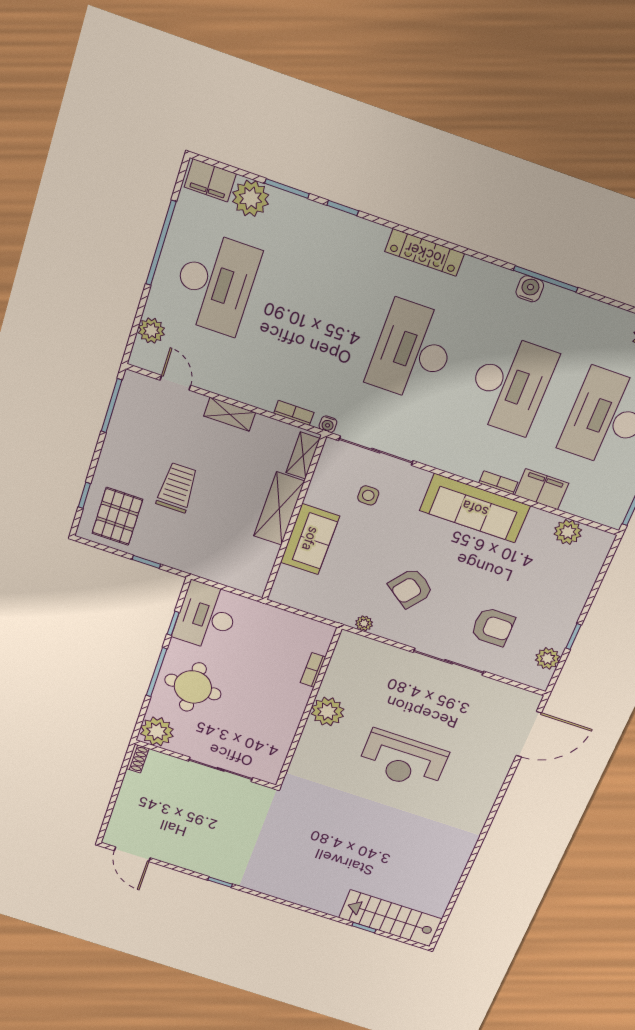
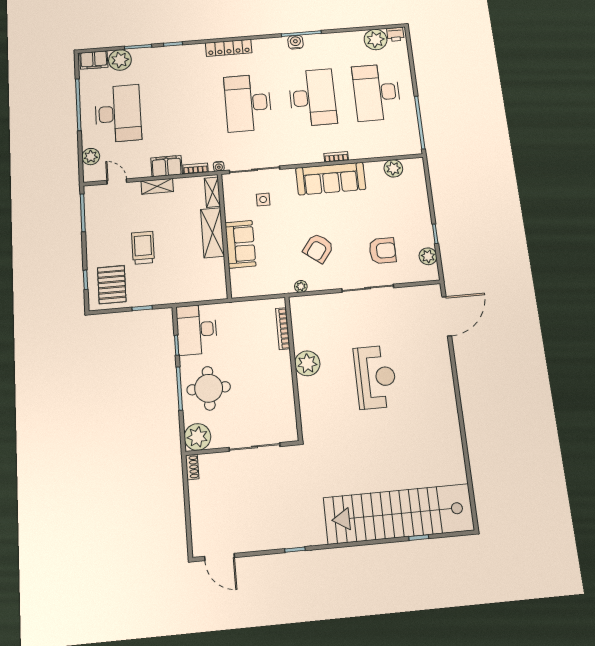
filing cabinet: (542, 489) -> (167, 166), moved
bookcase: (313, 670) -> (283, 329), width x1.56
reception desk: (403, 760) -> (375, 377), turned -90
stairs: (390, 918) -> (399, 514), width x1.86, depth x1.51

